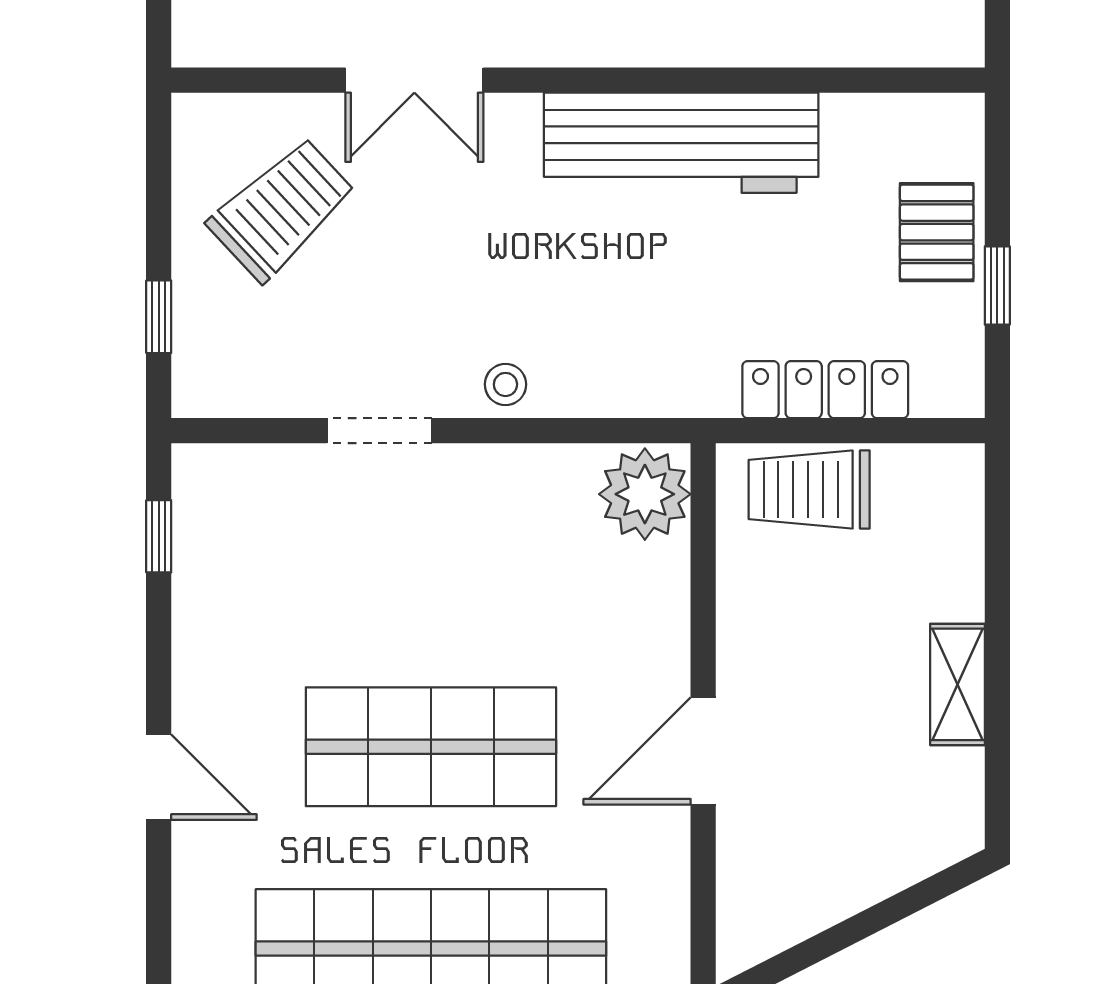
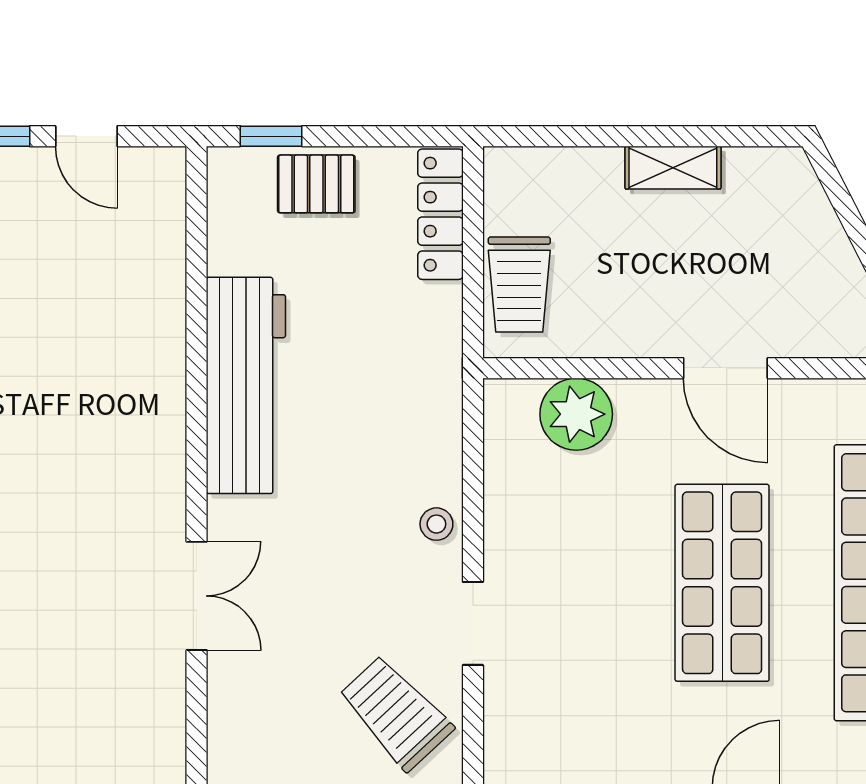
trolley: (282, 209) -> (396, 713), moved
window: (997, 286) -> (271, 136), moved
locker: (825, 390) -> (440, 214), moved
plant: (645, 494) -> (576, 414), moved

